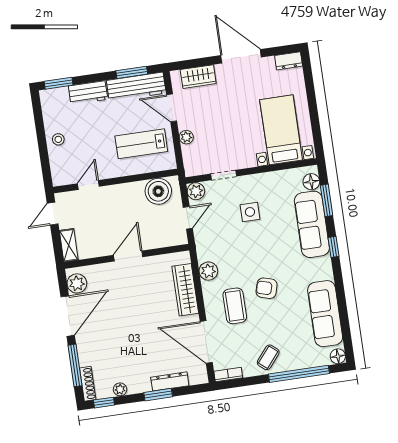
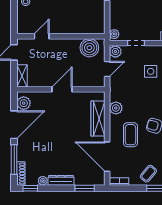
plant: (186, 137) -> (114, 34), moved
lab bench: (141, 144) -> (83, 13), removed
dresser: (170, 381) -> (61, 180), moved
window: (158, 395) -> (85, 188), moved

